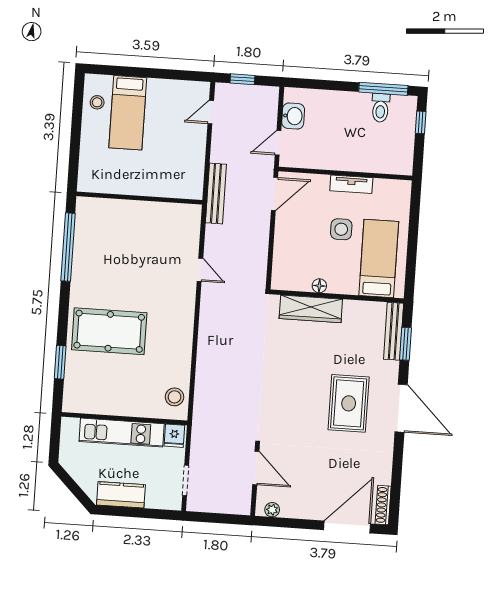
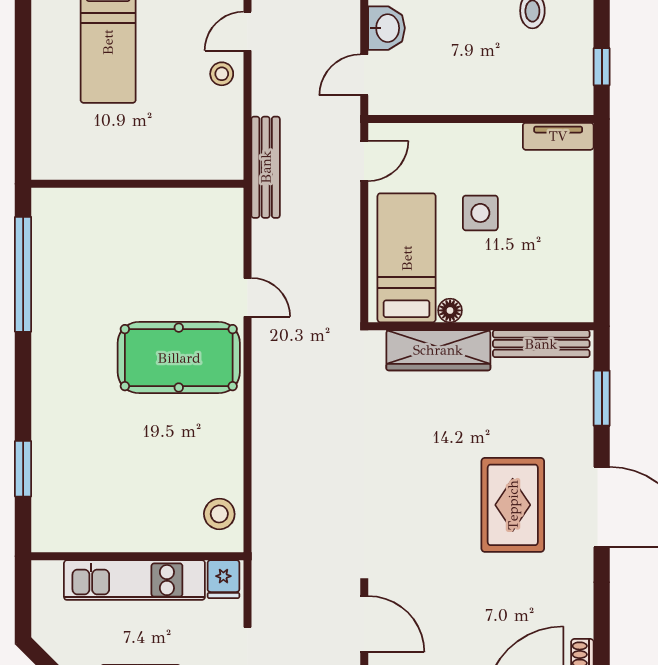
stool: (97, 102) -> (222, 74), moved
window: (421, 122) -> (602, 67), moved
tv unit: (351, 184) -> (558, 136), moved
door: (275, 194) -> (364, 161), width x0.73
bed: (379, 258) -> (407, 258), moved
pool table: (109, 331) -> (179, 358), moved
bench: (394, 331) -> (541, 344), moved, turned 90

